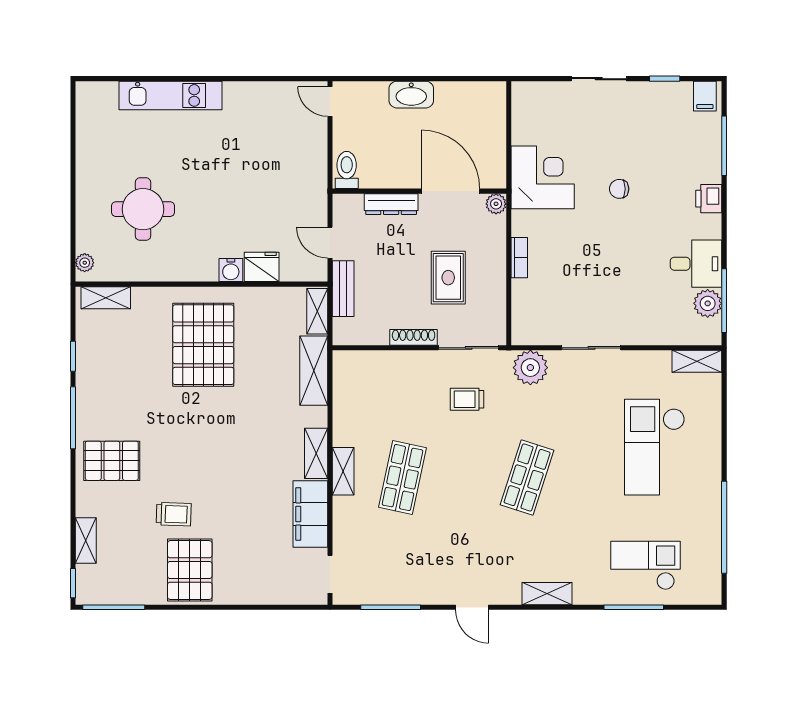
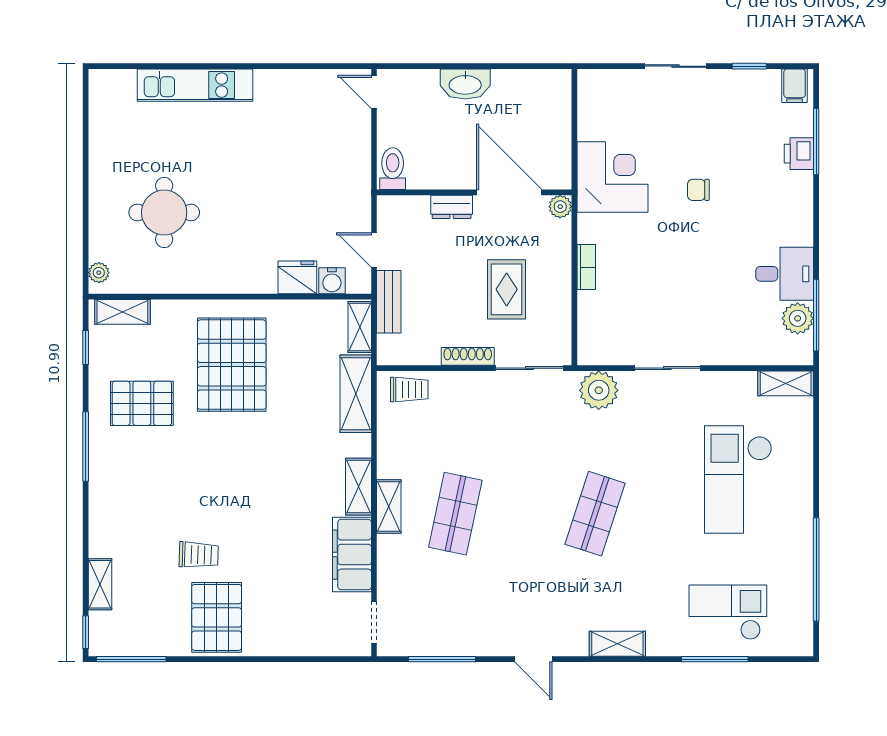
printer: (709, 199) -> (799, 154), moved
dresser: (391, 204) -> (452, 207), width x0.70
water cooler: (231, 270) -> (332, 281), moved
window: (73, 356) -> (86, 348), moved
trolley: (467, 399) -> (409, 389), moved, turned 180
pallet: (112, 461) -> (142, 403), moved

